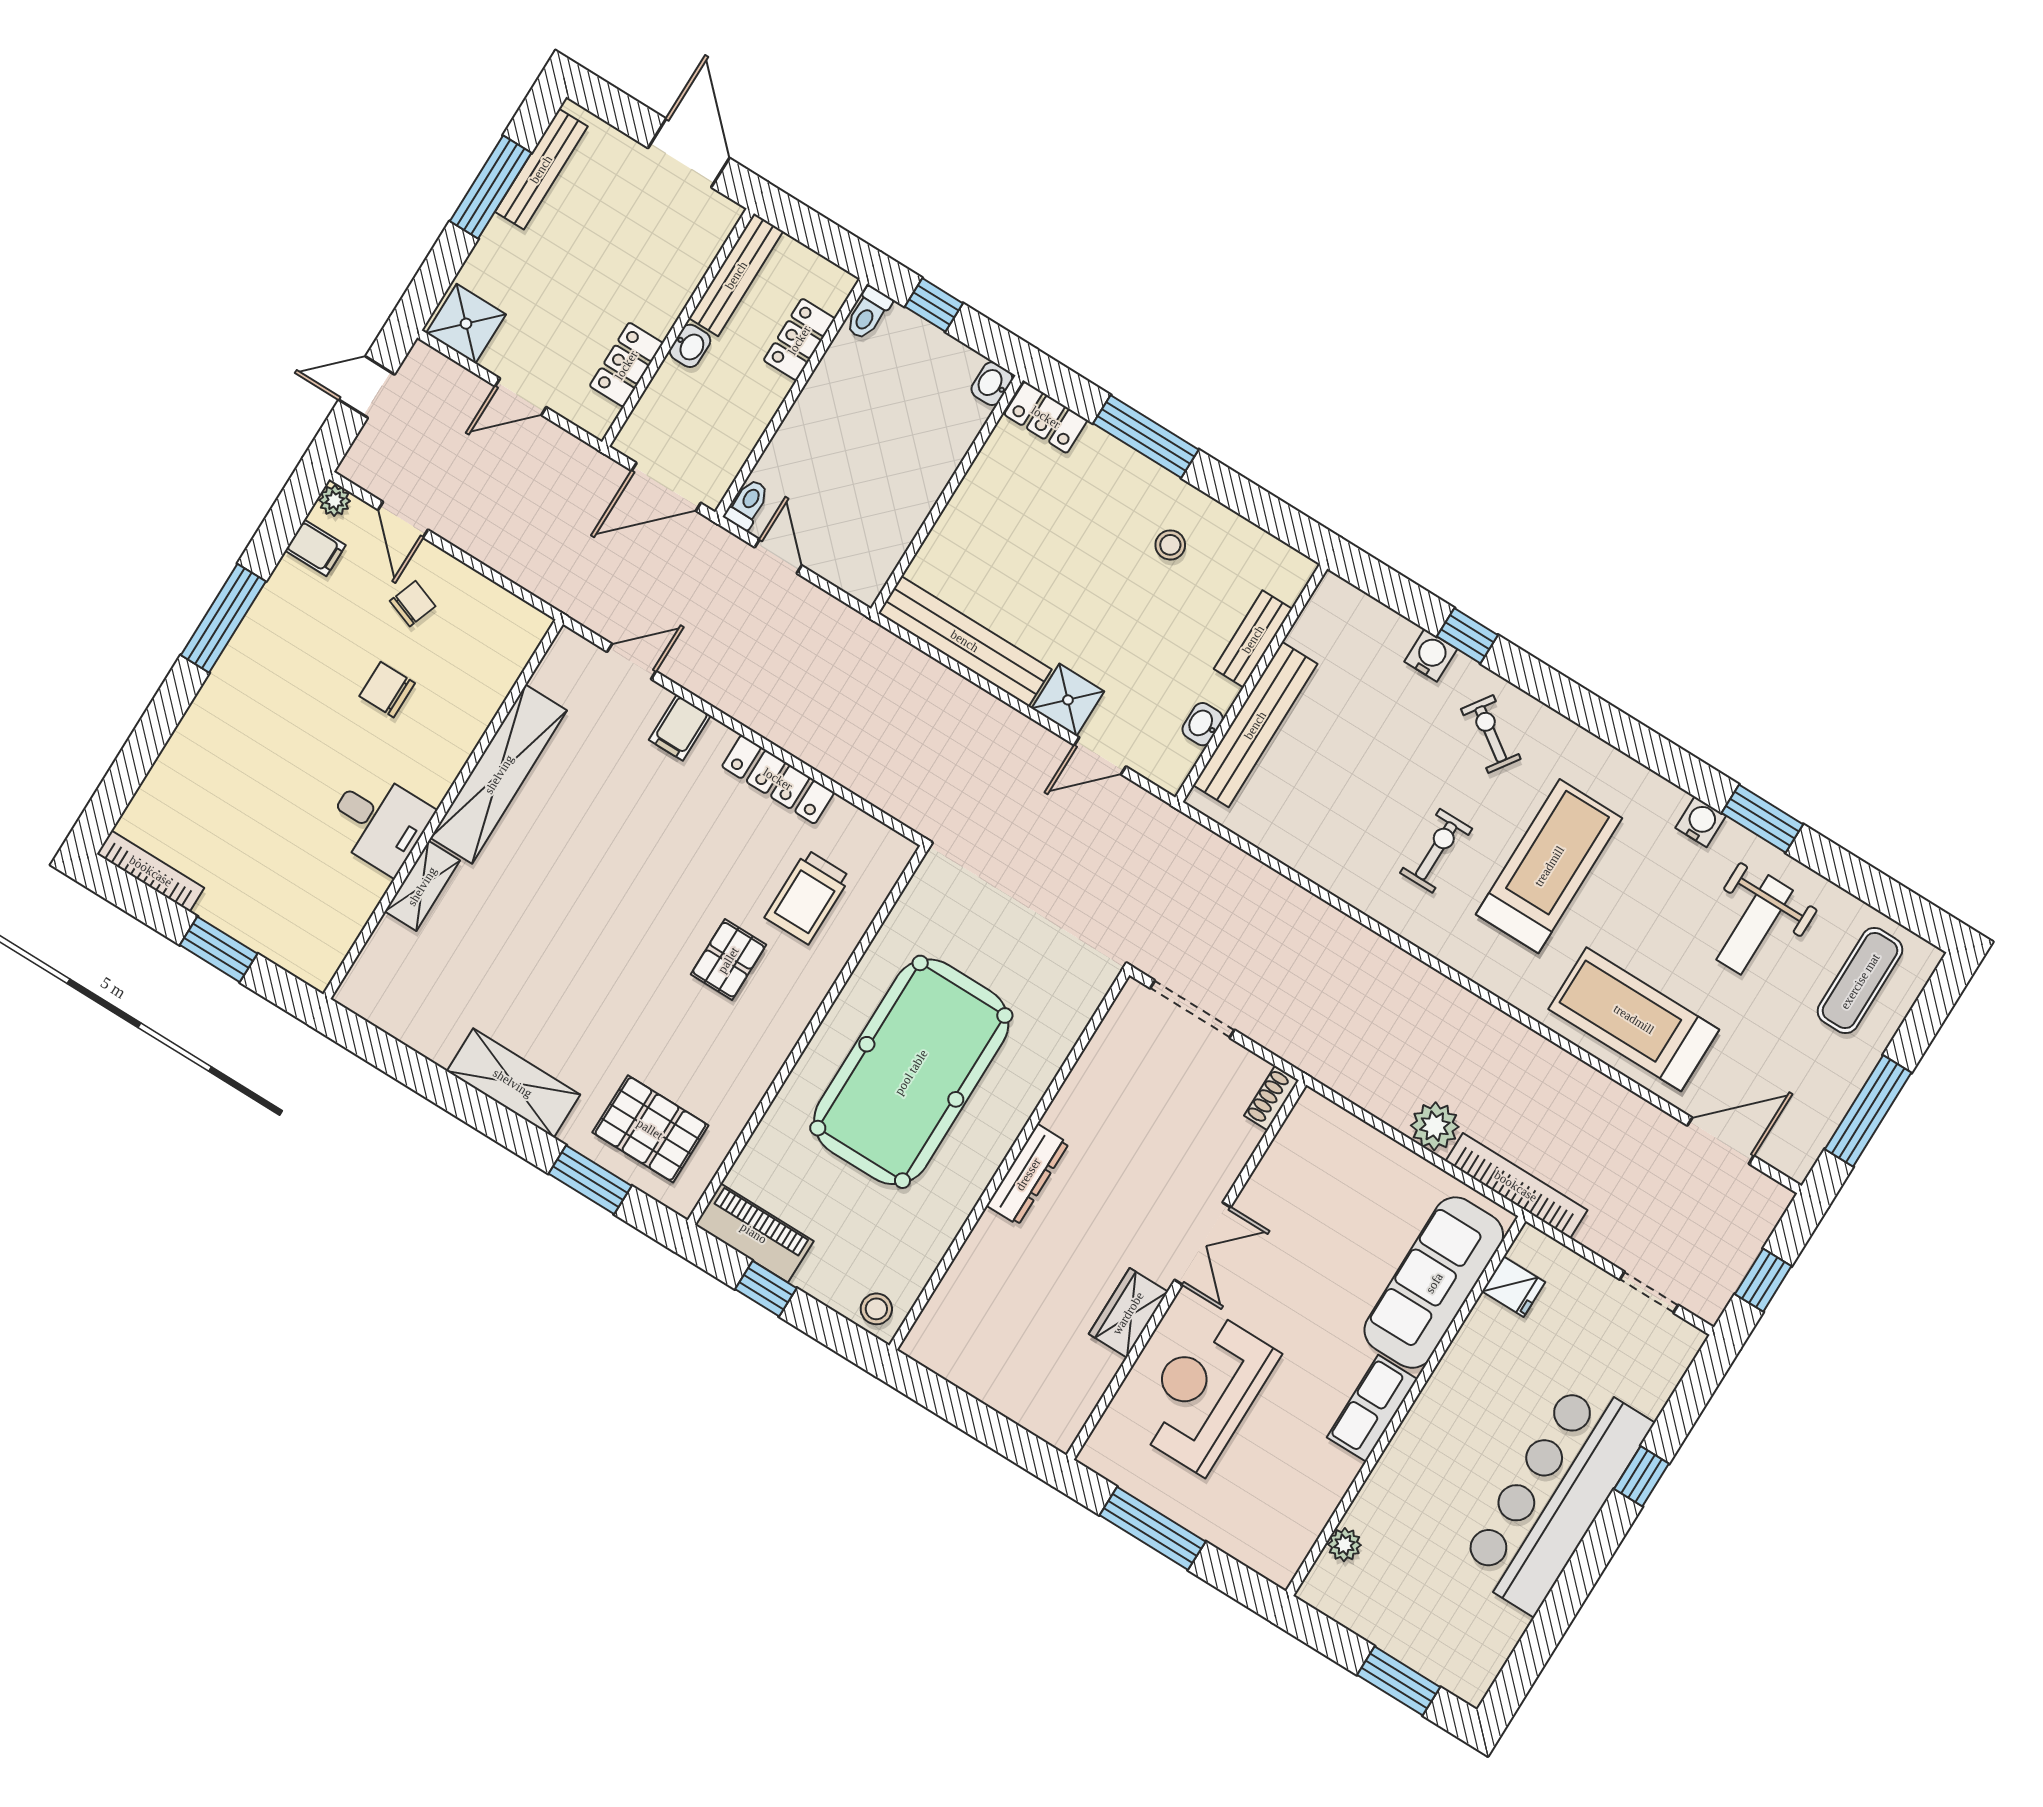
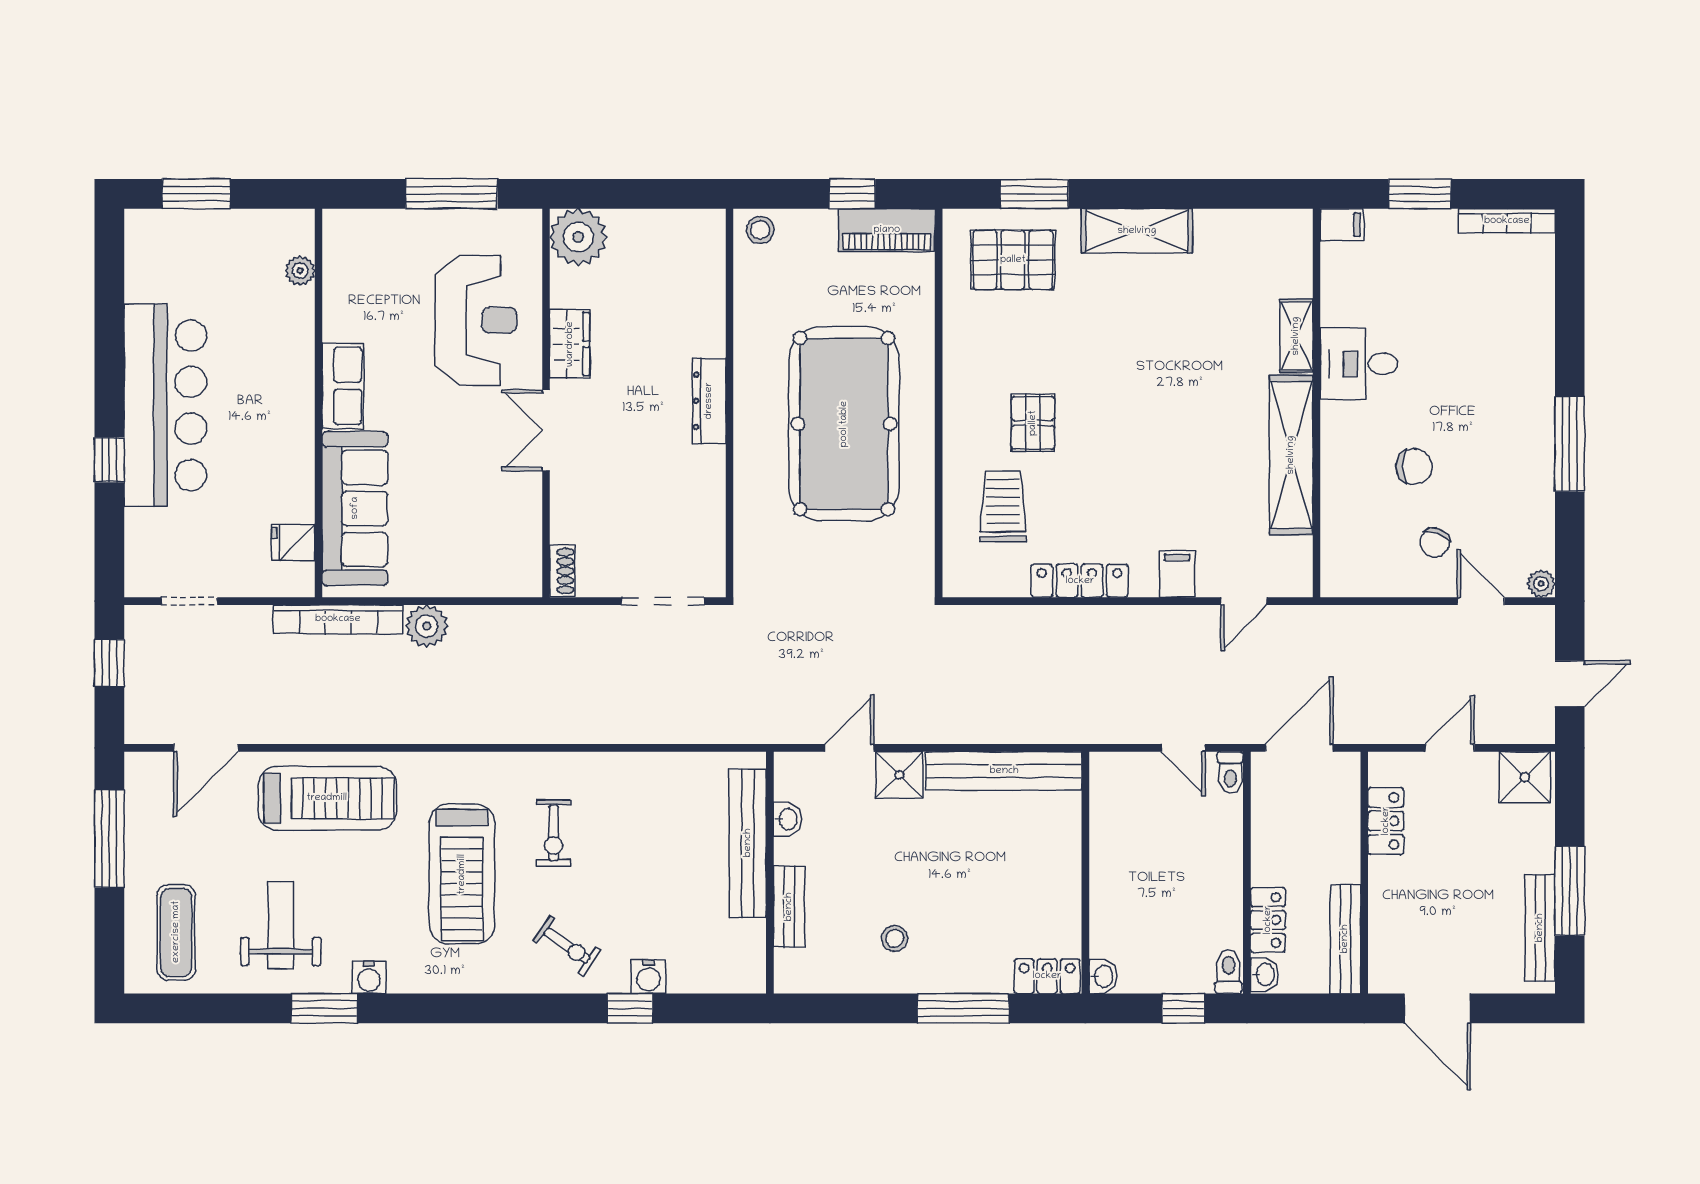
washbasin: (690, 346) -> (1264, 974), moved, turned 180
filing cabinet: (315, 548) -> (1342, 225), moved, turned 180
plant: (1056, 1411) -> (578, 237), added

